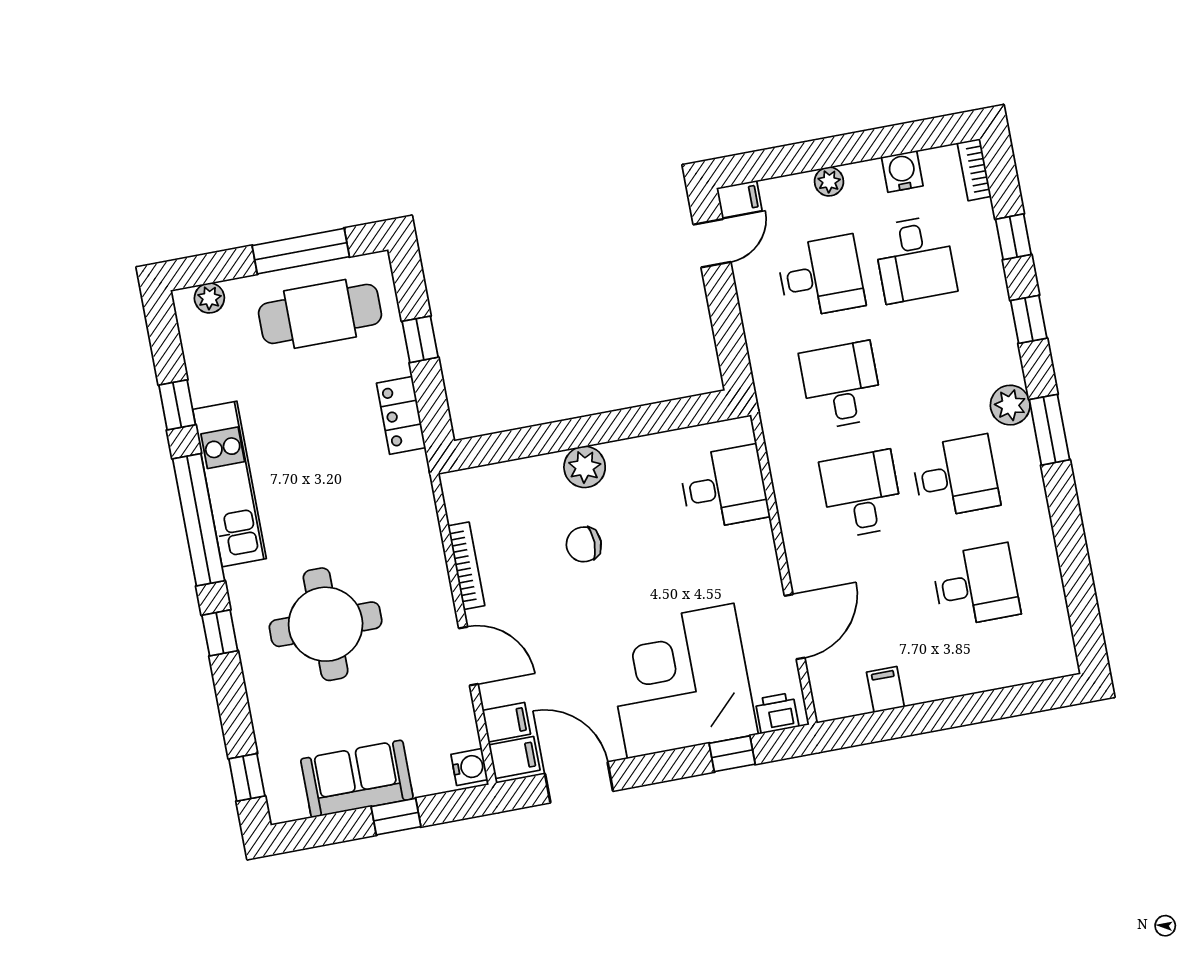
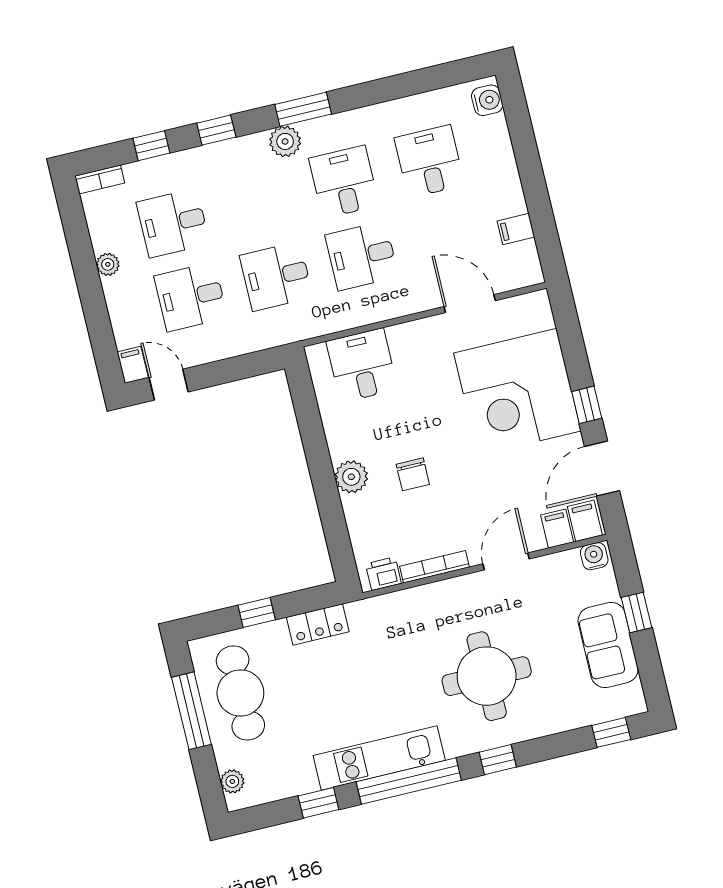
water cooler: (902, 171) -> (487, 100), moved, turned 180
plant: (829, 182) -> (108, 264), moved
desk: (915, 259) -> (173, 223), turned 180
desk: (821, 277) -> (191, 297), turned -90
printer: (777, 713) -> (383, 574), moved, turned 90
window: (732, 754) -> (587, 405), moved

